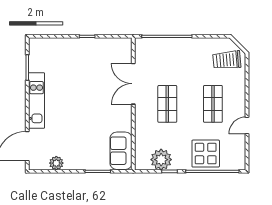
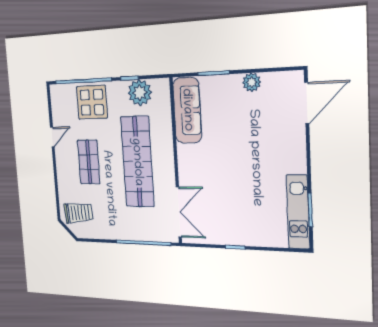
double door: (133, 84) -> (179, 212), moved
kitchen unit: (36, 101) -> (298, 212), moved
shop shelf: (167, 104) -> (137, 162), width x2.00, depth x1.36
sofa: (121, 151) -> (187, 110), width x1.36
plant: (56, 163) -> (252, 82), moved

